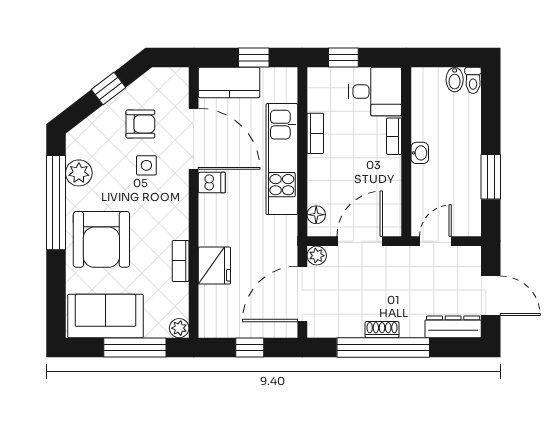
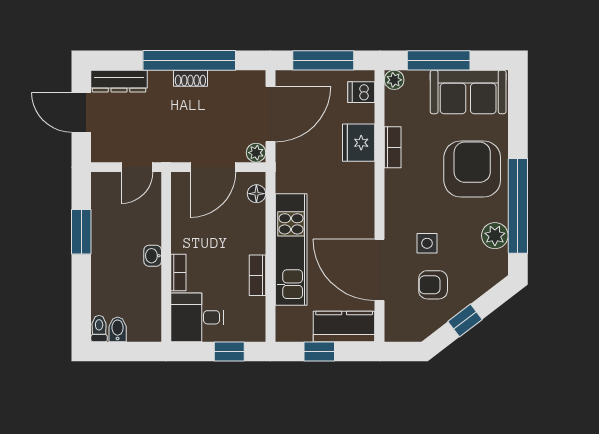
dishwasher: (212, 183) -> (361, 92), moved
window: (250, 347) -> (323, 60), width x2.17

